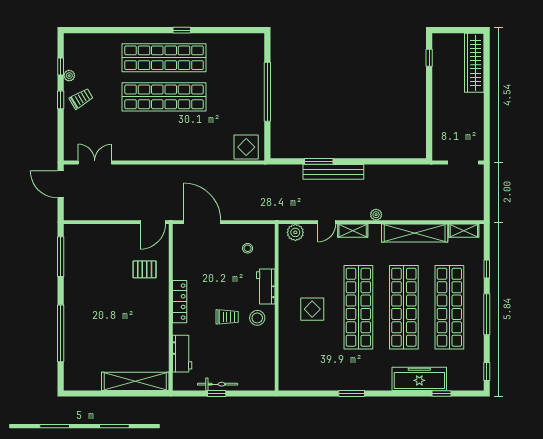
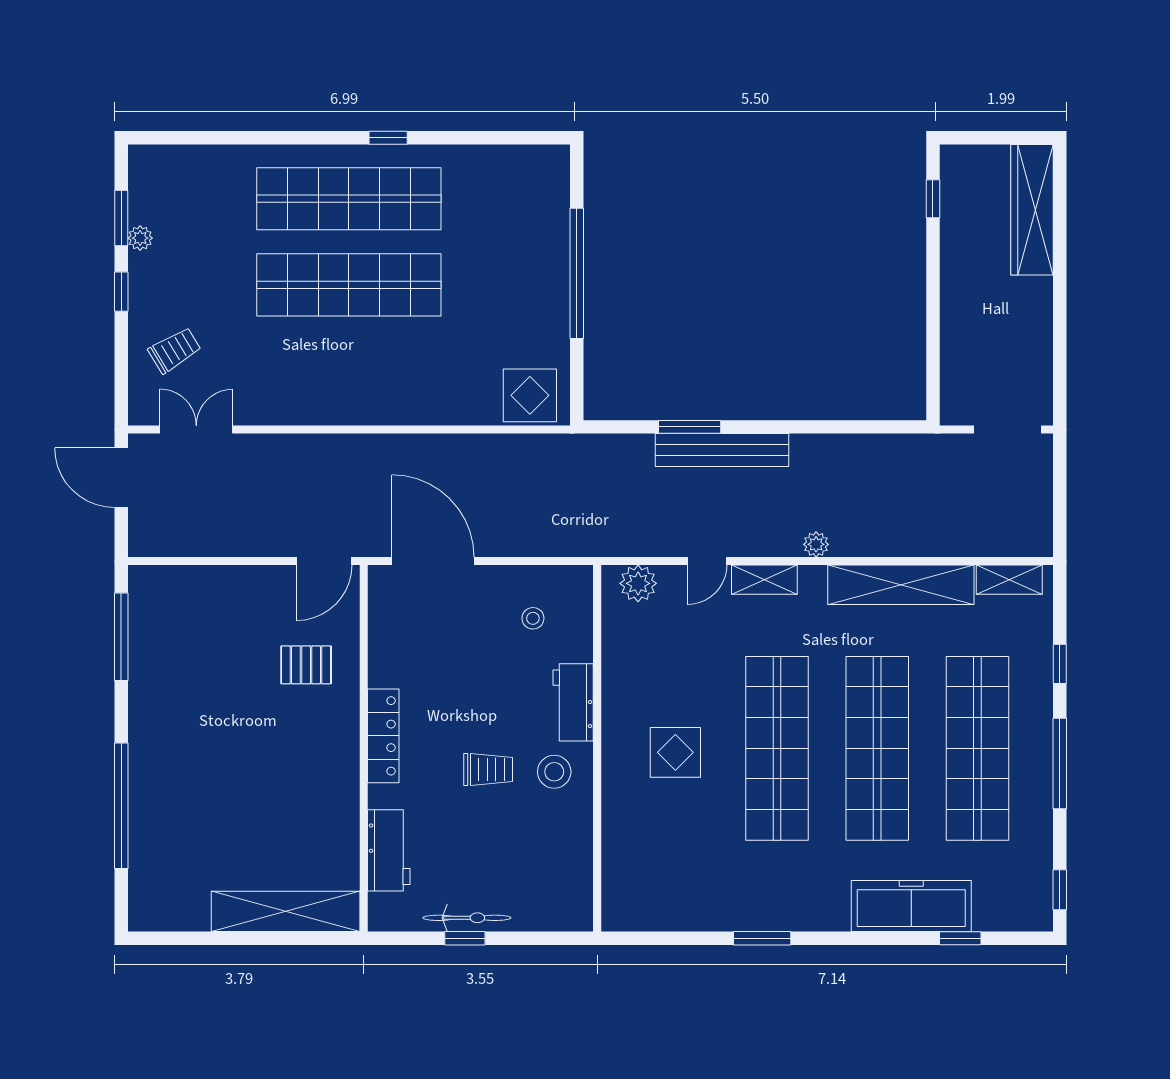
window: (61, 66) -> (121, 218), width x1.50
trolley: (81, 99) -> (175, 350), moved

